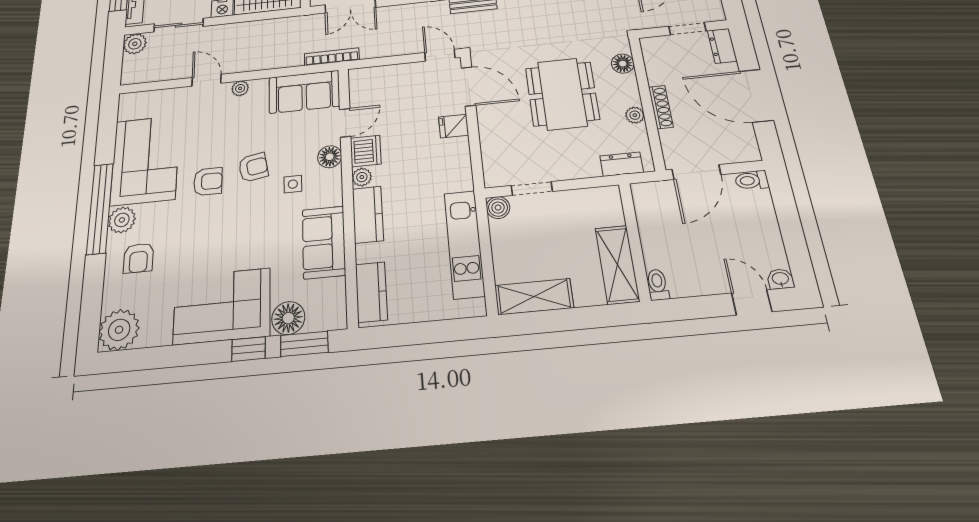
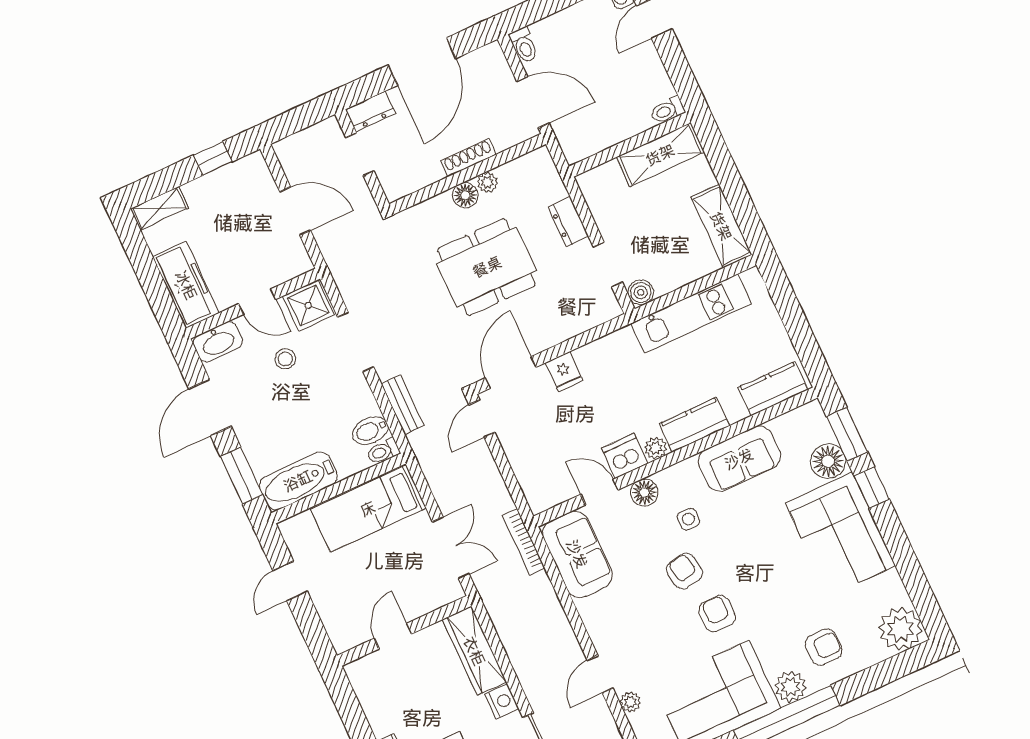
floor lamp: (623, 64) -> (465, 195), moved
plant: (240, 88) -> (630, 702), moved
dresser: (622, 164) -> (568, 222), moved

